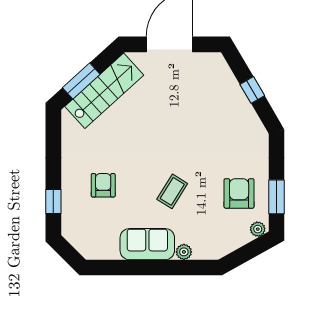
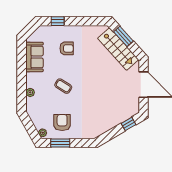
window: (252, 90) -> (128, 124), moved
armchair: (239, 193) -> (62, 123), turned -90
sofa: (147, 244) -> (34, 57), moved

